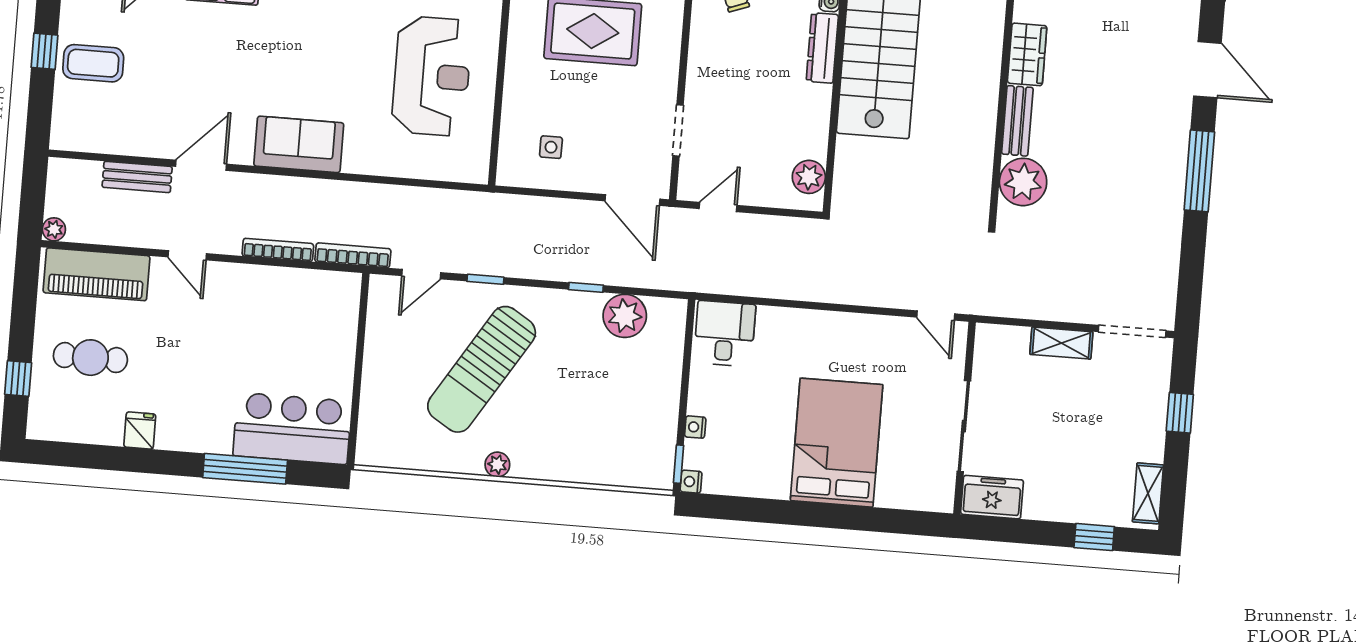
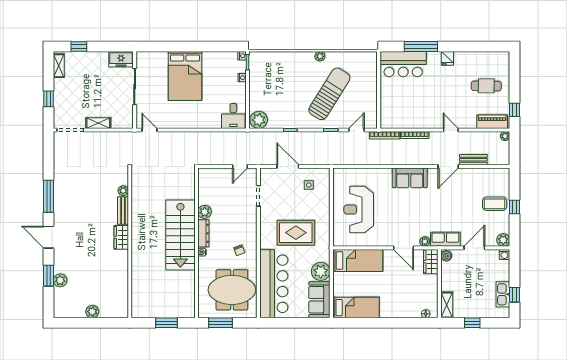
plant: (809, 177) -> (205, 212), moved
plant: (1023, 182) -> (123, 191), width x0.53, depth x0.53
door: (632, 200) -> (288, 166), moved
piano: (96, 274) -> (492, 122), width x0.73, depth x0.75
plant: (625, 316) -> (259, 120), moved
window: (18, 378) -> (514, 110), moved
fridge: (140, 430) -> (447, 58), moved

